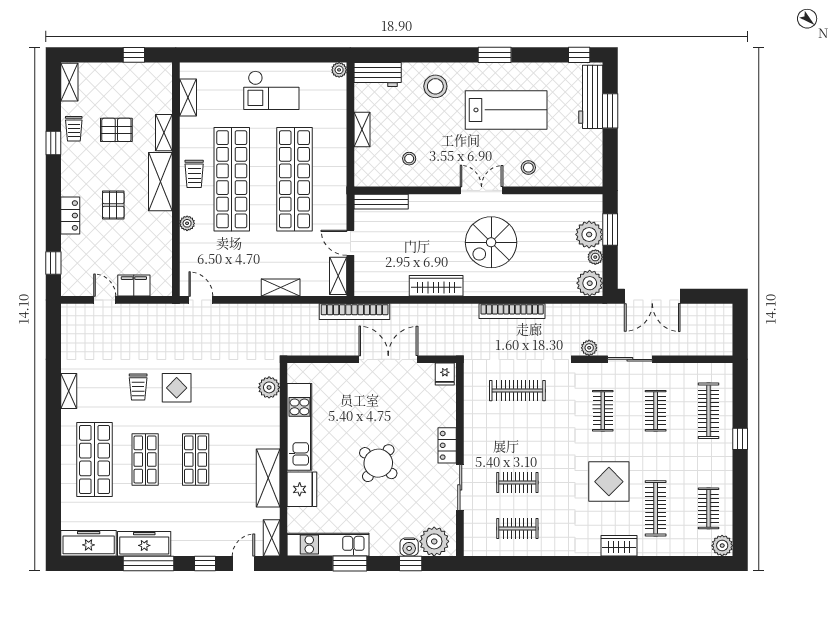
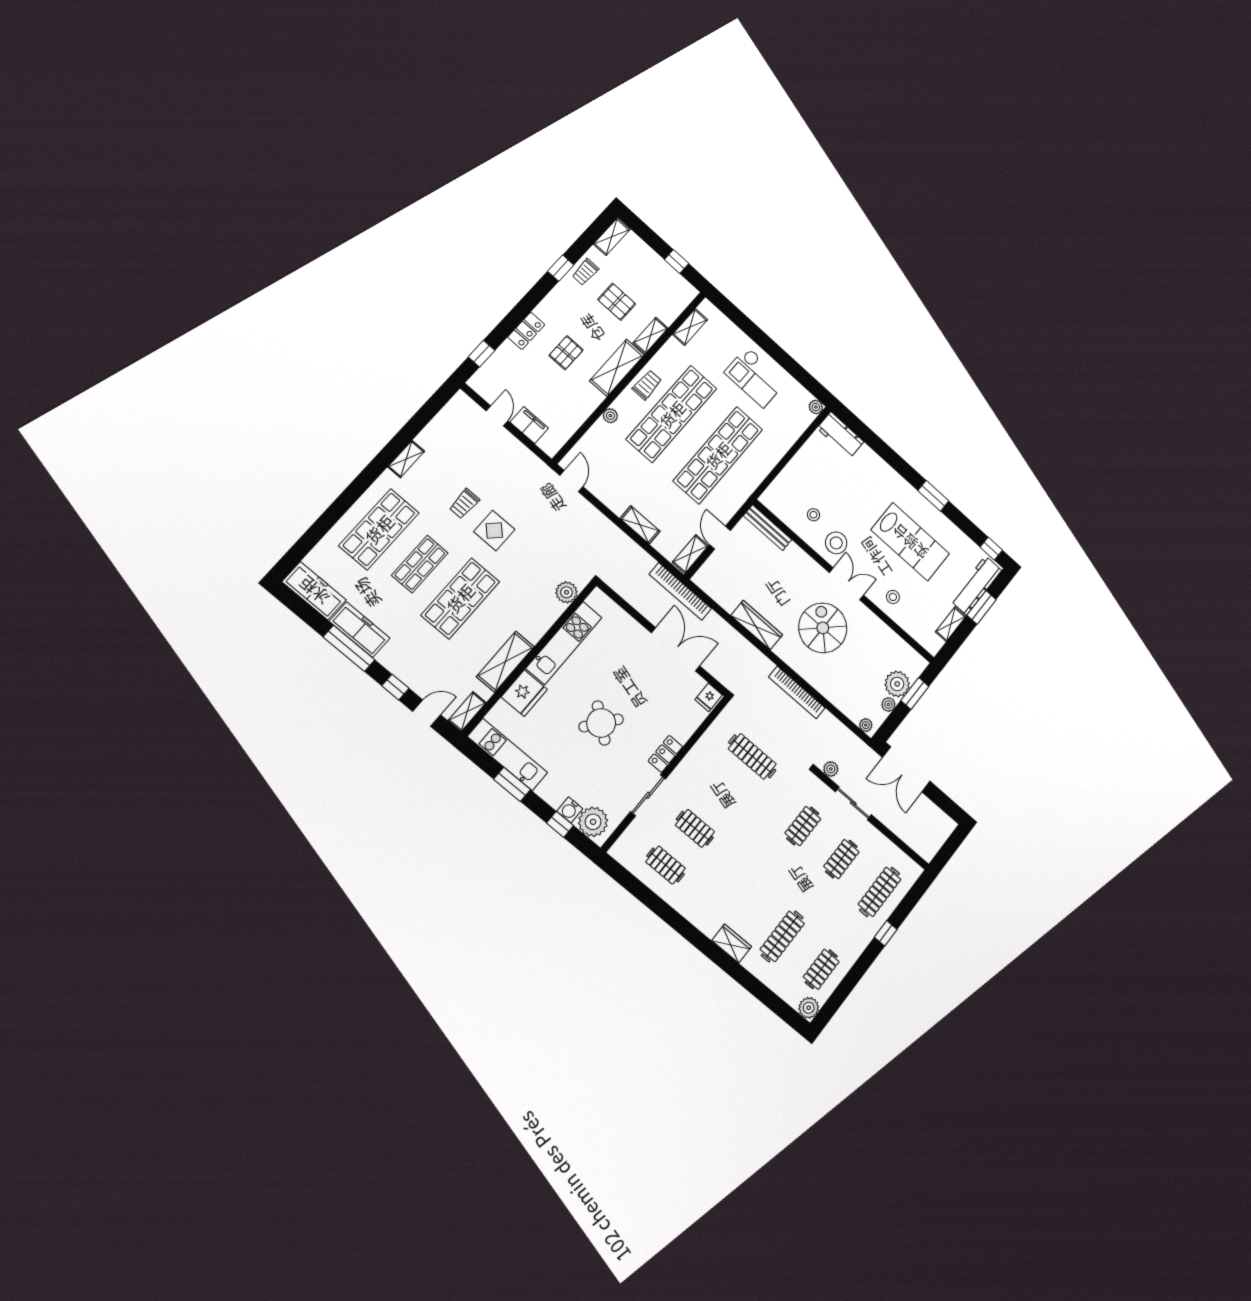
stool: (435, 86) -> (836, 543), moved
shelving: (362, 129) -> (951, 624), moved
trolley: (194, 174) -> (647, 385), turned 180
spiral stairs: (491, 242) -> (823, 628), turned 90
plant: (590, 283) -> (866, 725), width x0.53, depth x0.53
shop shelf: (196, 460) -> (460, 598), width x1.43, depth x1.36
display table: (609, 482) -> (764, 886), removed

